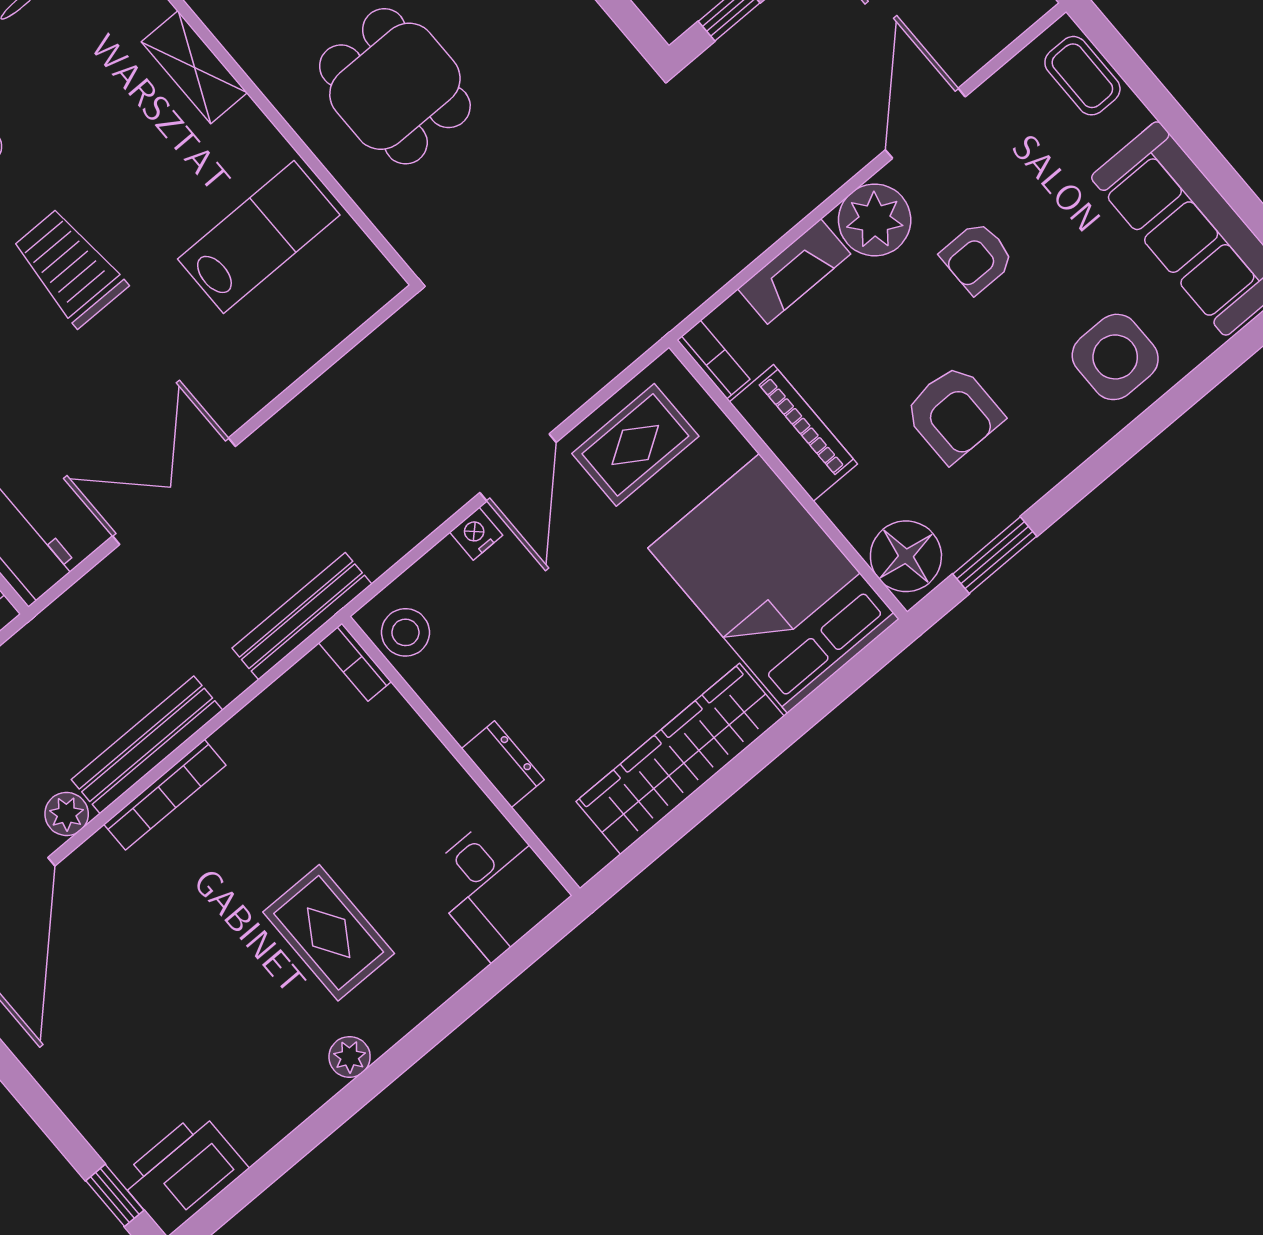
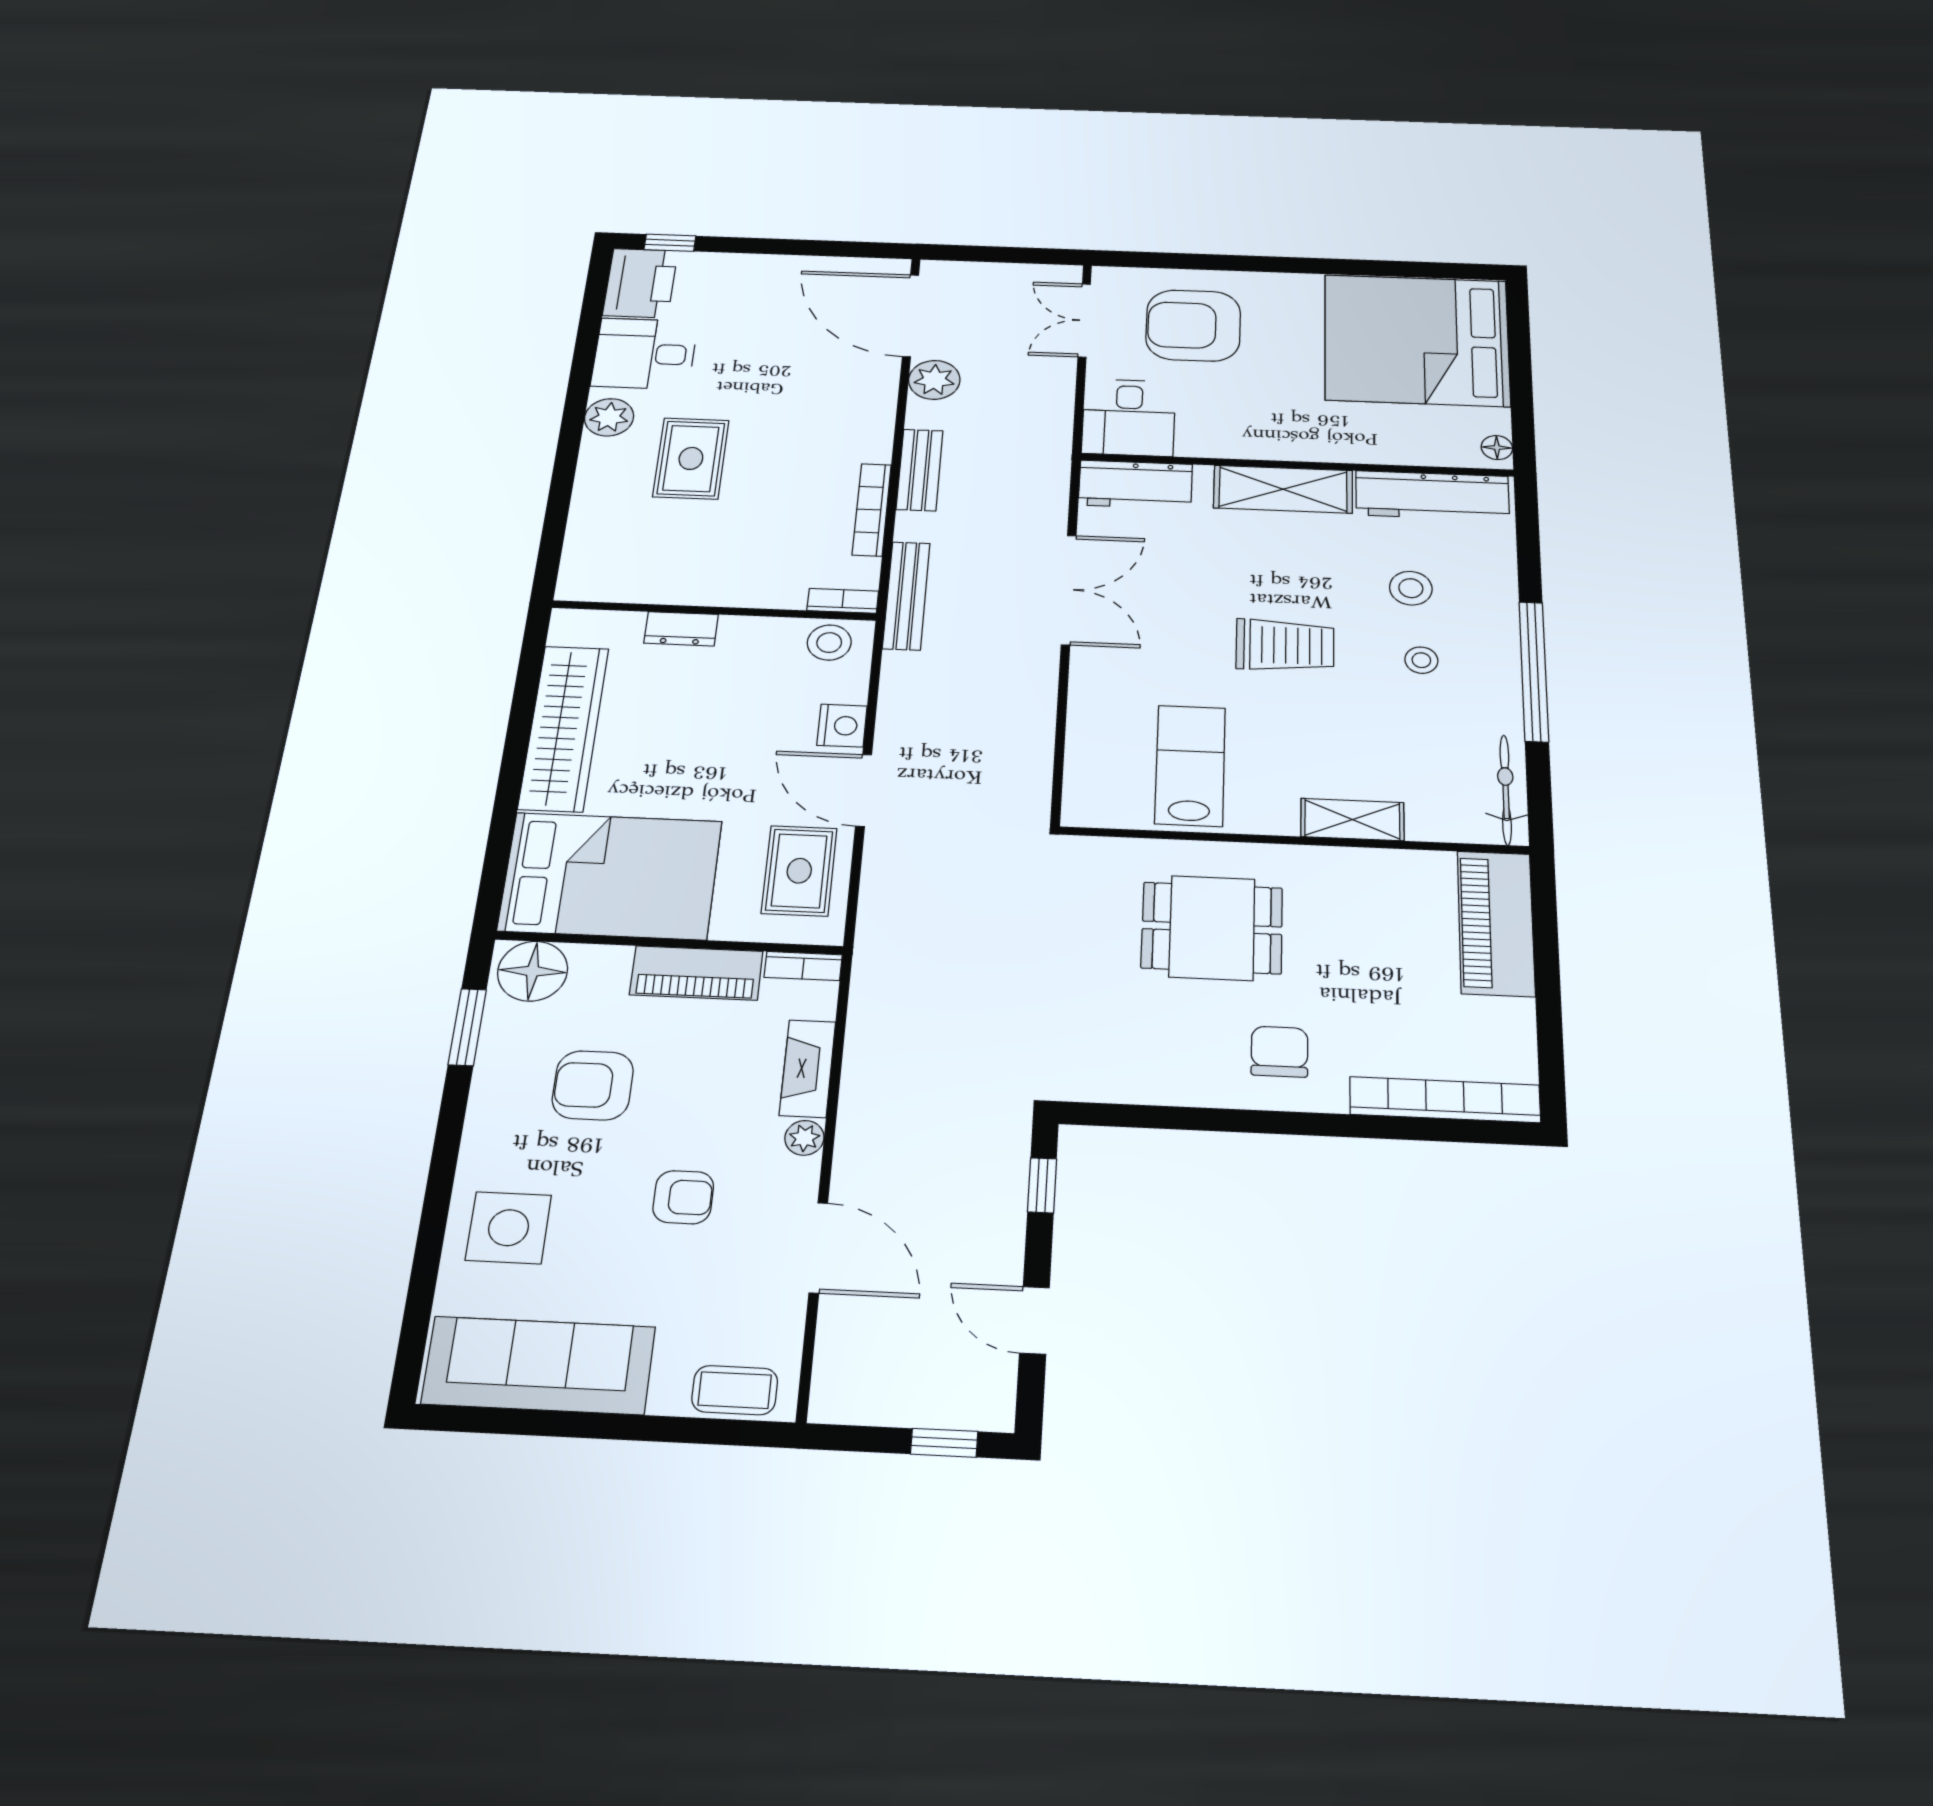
plant: (875, 220) -> (804, 1138), width x0.53, depth x0.53
lab bench: (259, 237) -> (1190, 765), turned 180
armchair: (977, 258) -> (683, 1197), turned 90
nightstand: (476, 534) -> (842, 726), width x1.39, depth x1.35
bench: (147, 745) -> (920, 470), width x0.73
bookcase: (165, 795) -> (872, 510), moved
plant: (67, 814) -> (934, 380), width x1.38, depth x1.38
desk: (495, 886) -> (644, 354), moved
rug: (329, 933) -> (691, 458), turned 90
plant: (350, 1057) -> (609, 417), width x1.38, depth x1.38

